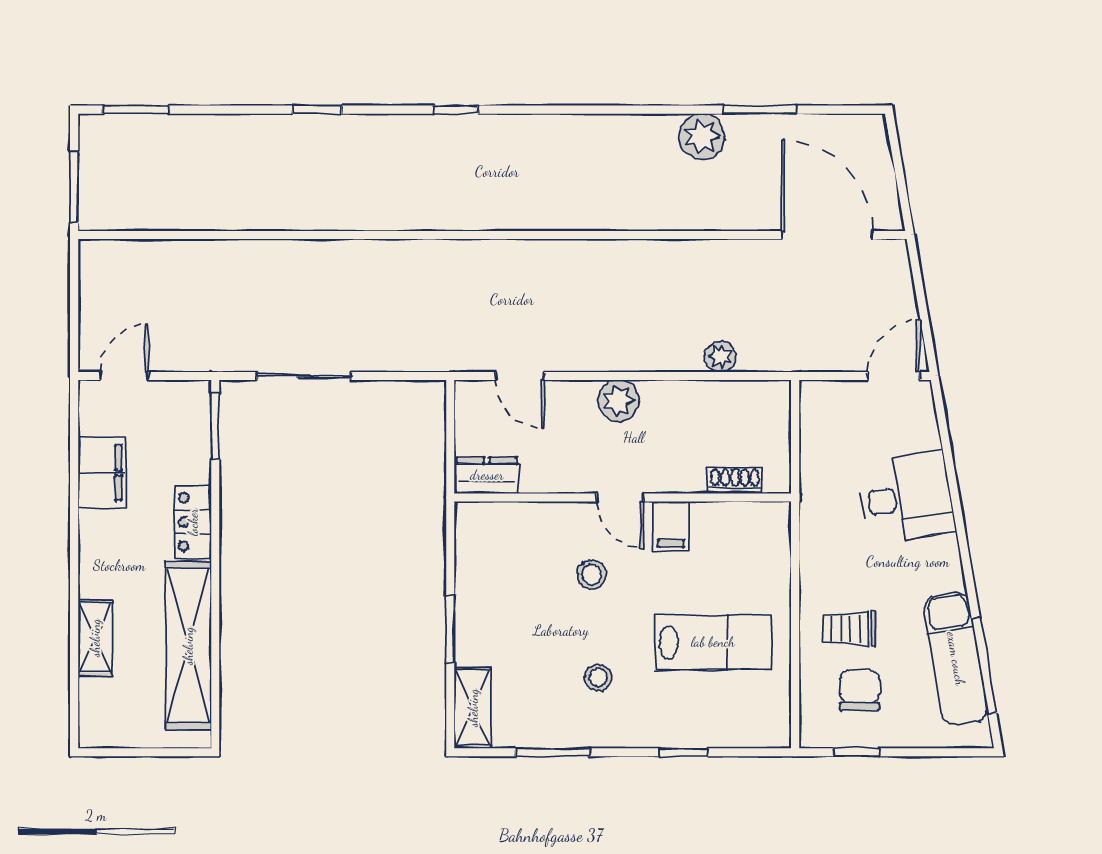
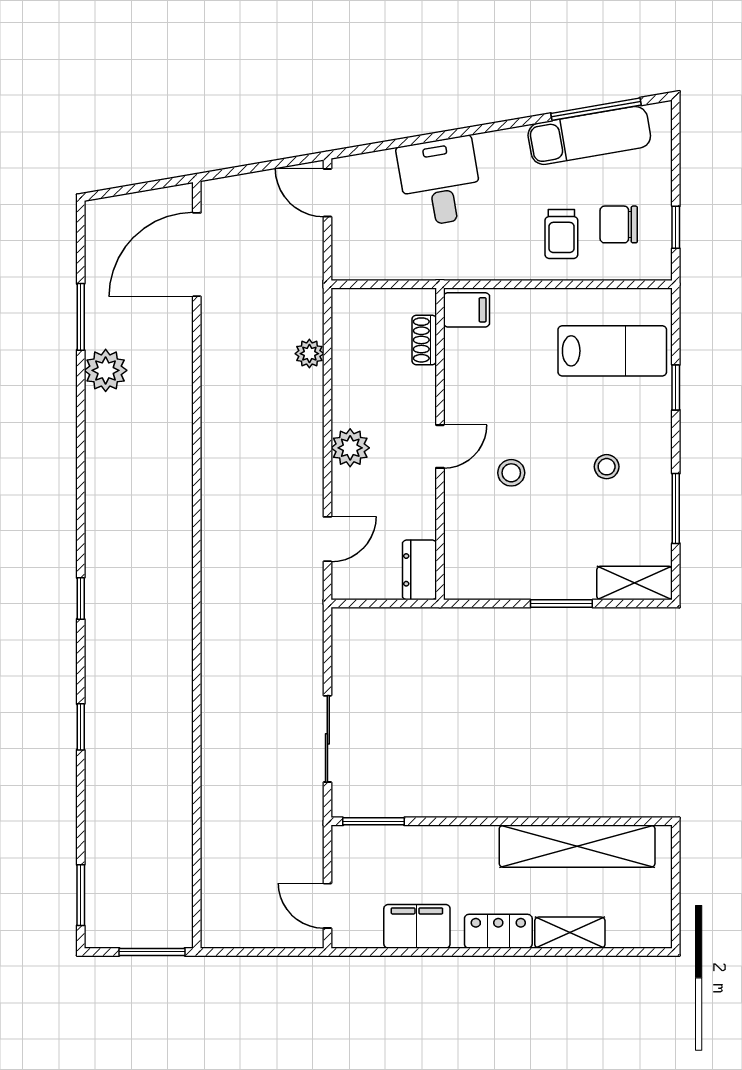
locker: (193, 522) -> (498, 931), moved, turned 180
filing cabinet: (671, 526) -> (467, 310), moved
lab bench: (713, 642) -> (612, 351), moved, turned 90

